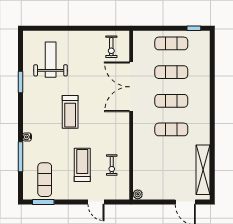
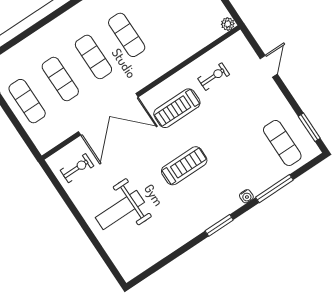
weight bench: (51, 60) -> (120, 210), moved
window: (20, 82) -> (219, 225), moved
treadmill: (82, 165) -> (177, 108), moved
exercise mat: (45, 180) -> (282, 143), turned 90

